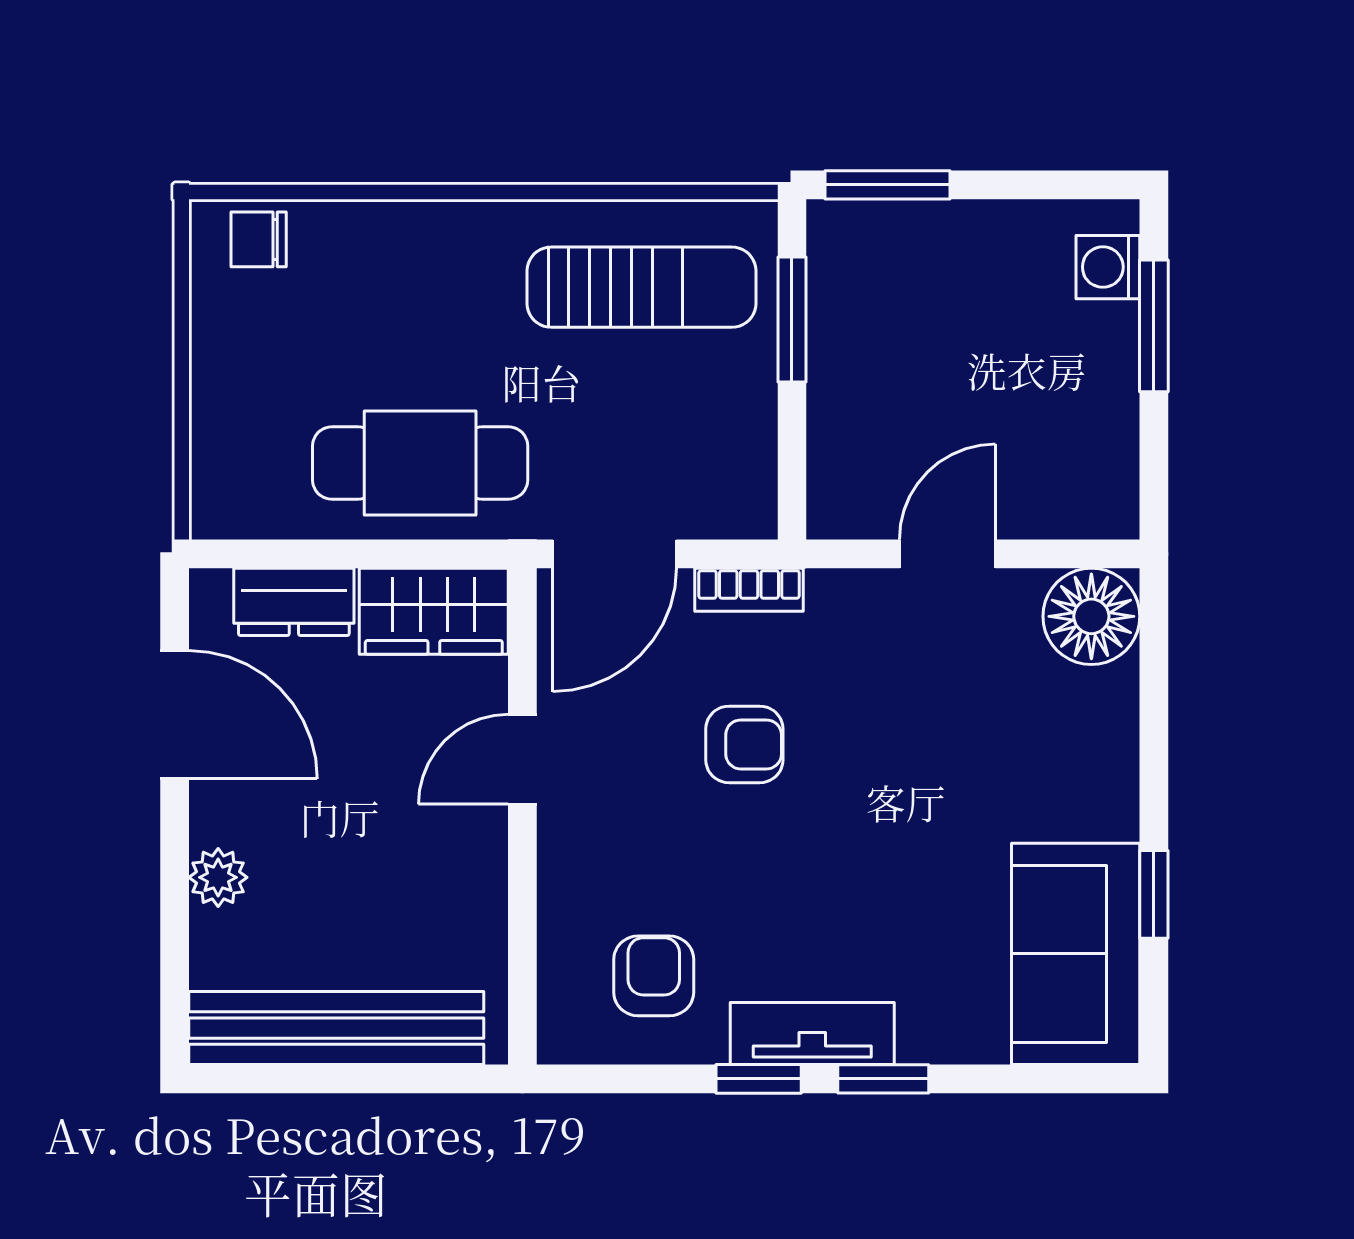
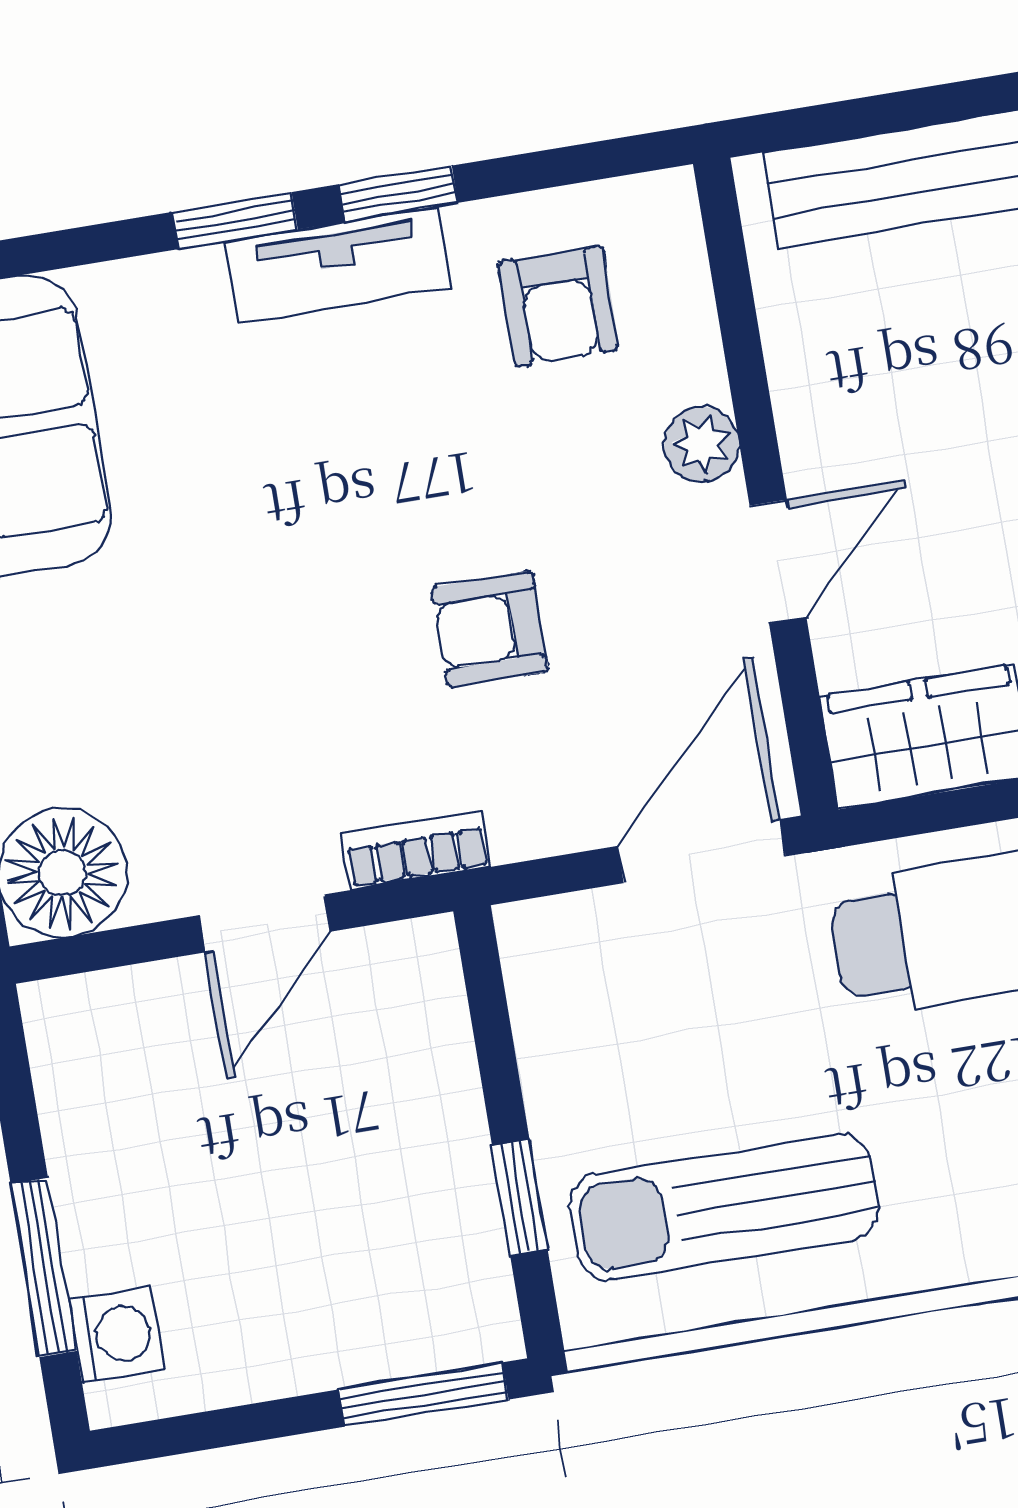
window: (792, 320) -> (520, 1197), width x0.67
bookcase: (749, 590) -> (416, 850), moved
plant: (565, 856) -> (702, 444), added

